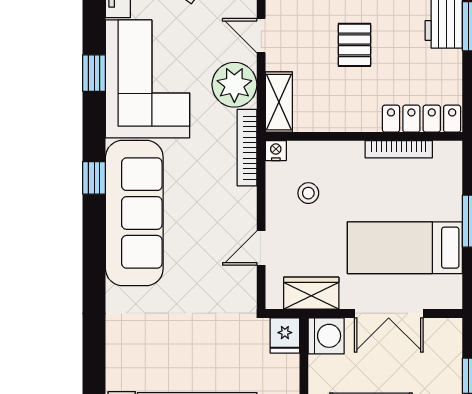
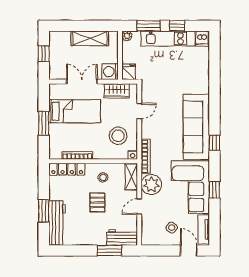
door: (261, 36) -> (139, 207), swing flipped
stool: (342, 101) -> (103, 177), added
stool: (308, 193) -> (118, 136), width x1.89, depth x1.89

